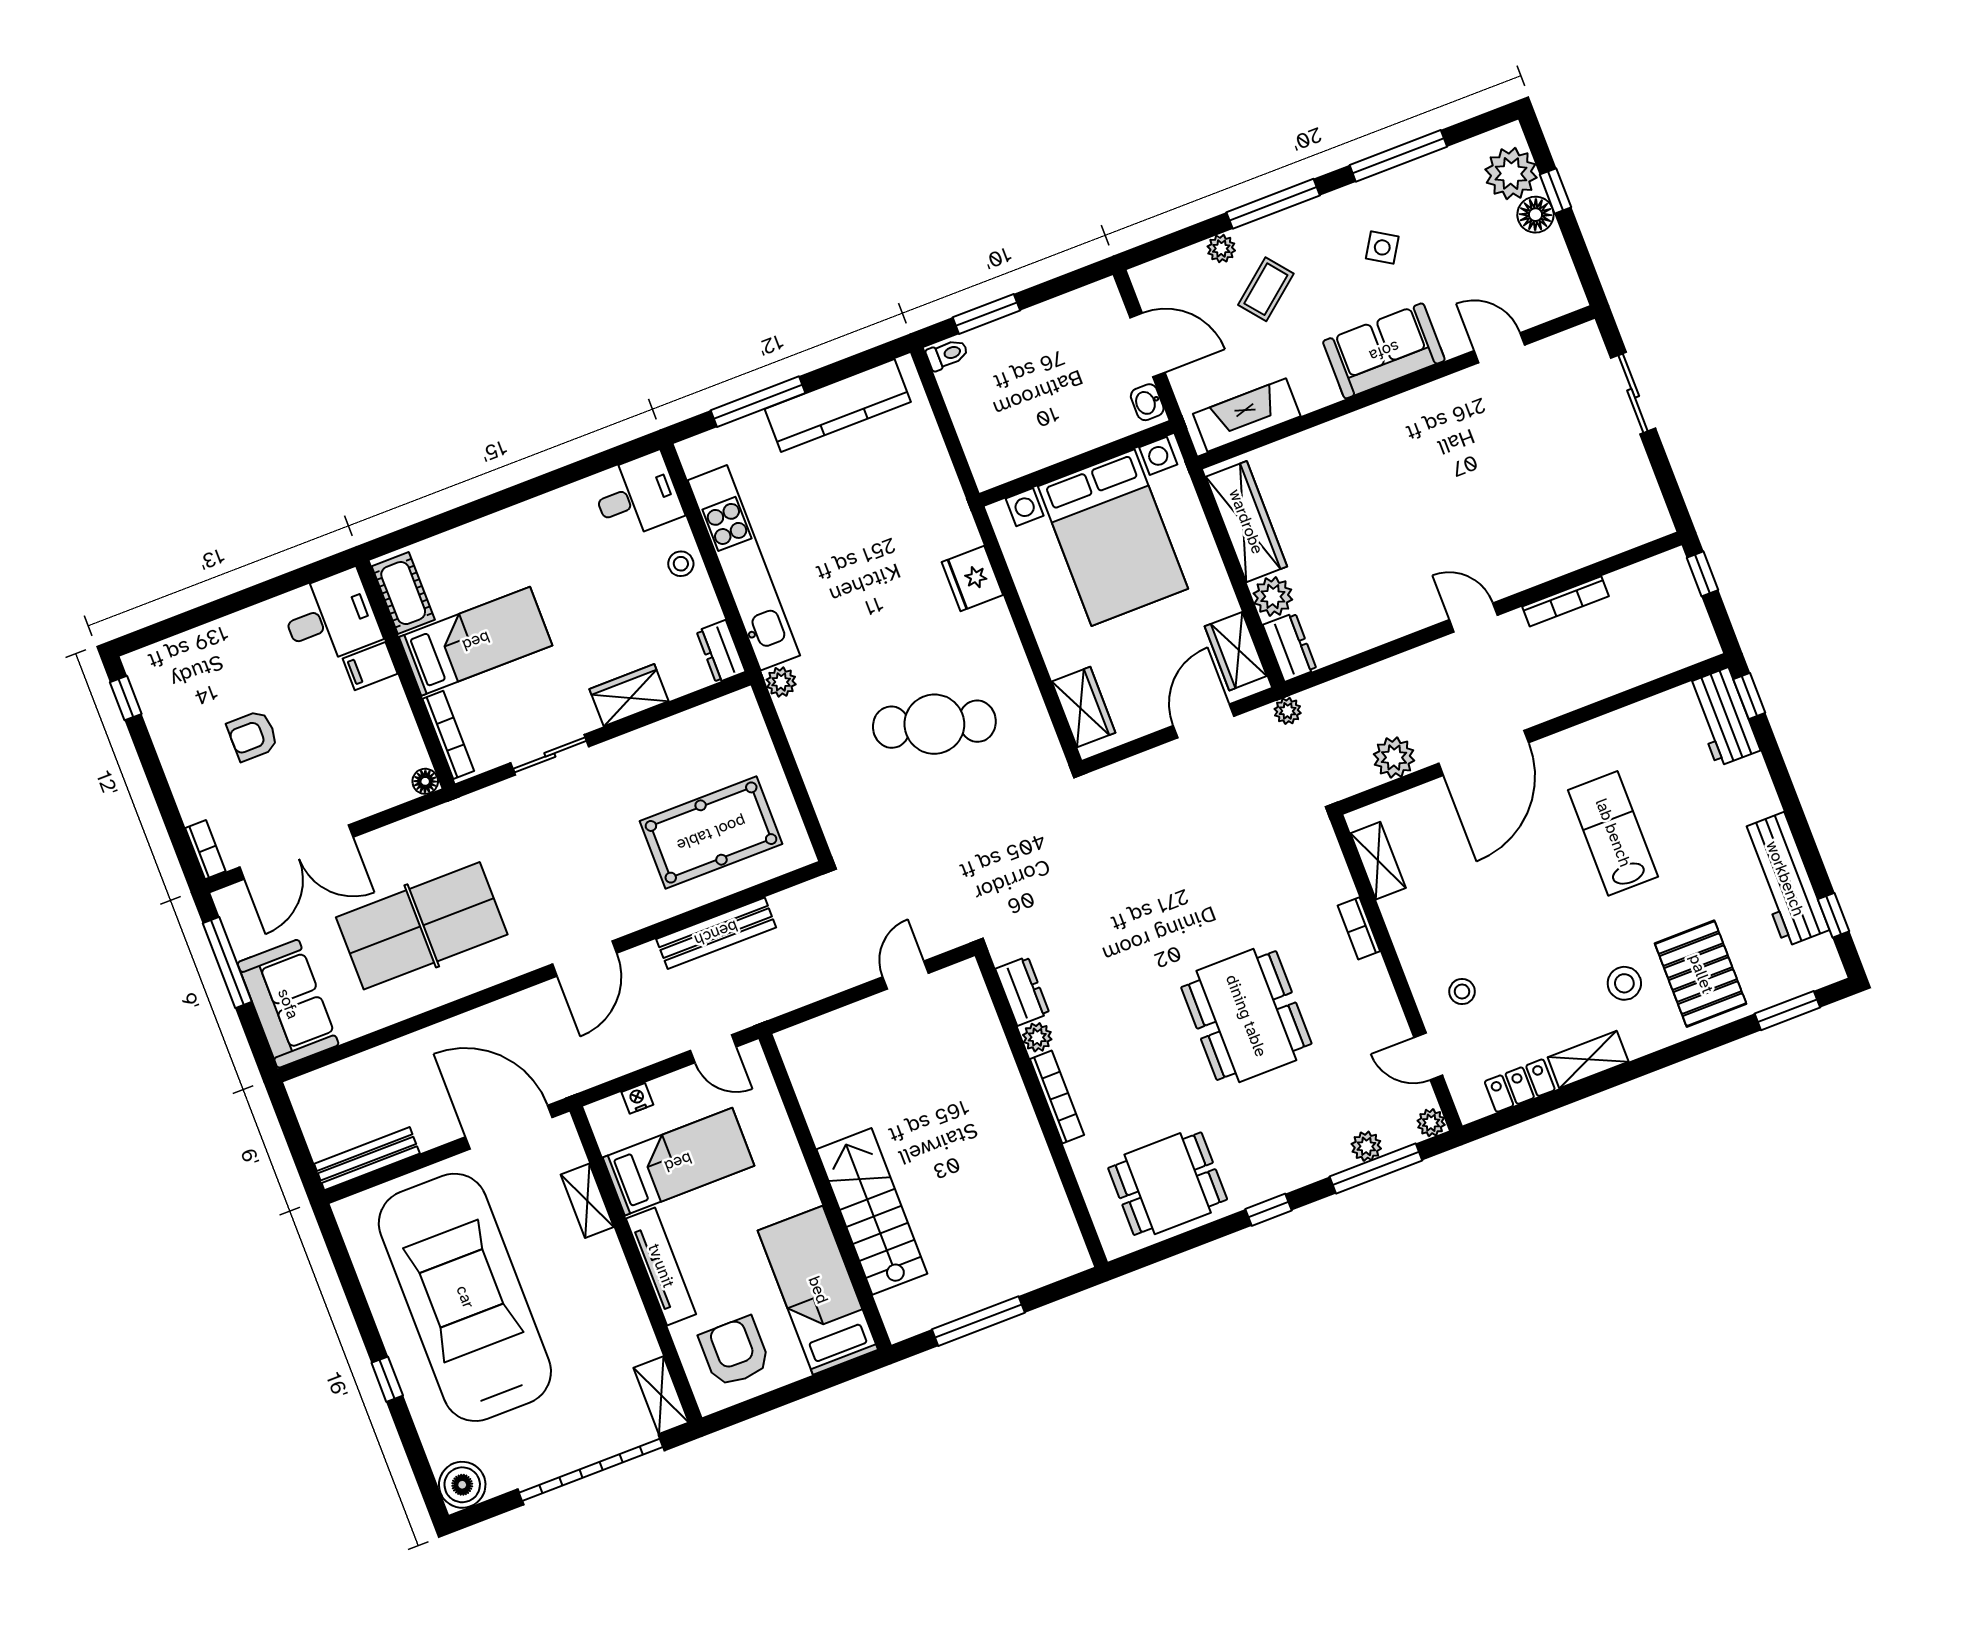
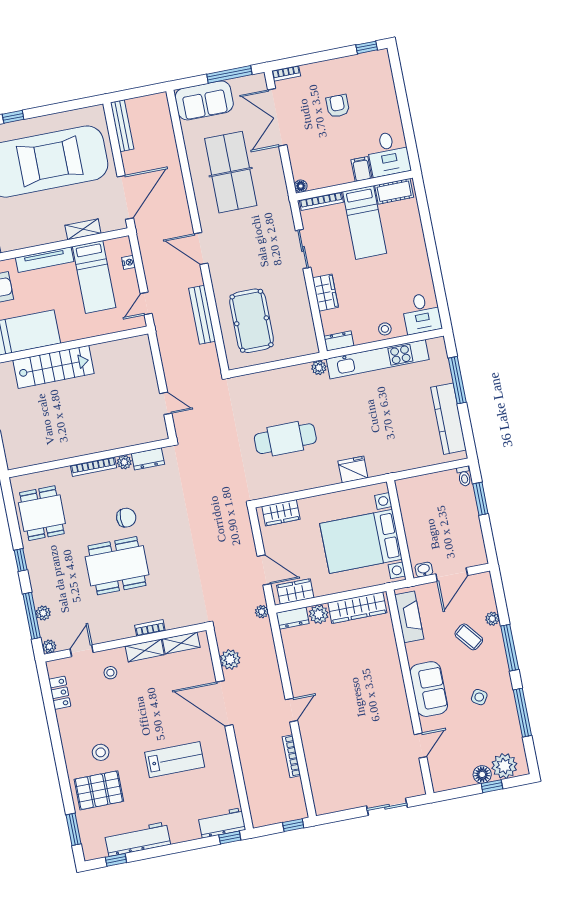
cafe table: (934, 724) -> (285, 439), turned 73
chair: (1147, 1014) -> (126, 518), added
shelving: (1588, 1060) -> (145, 650), moved, turned 90

